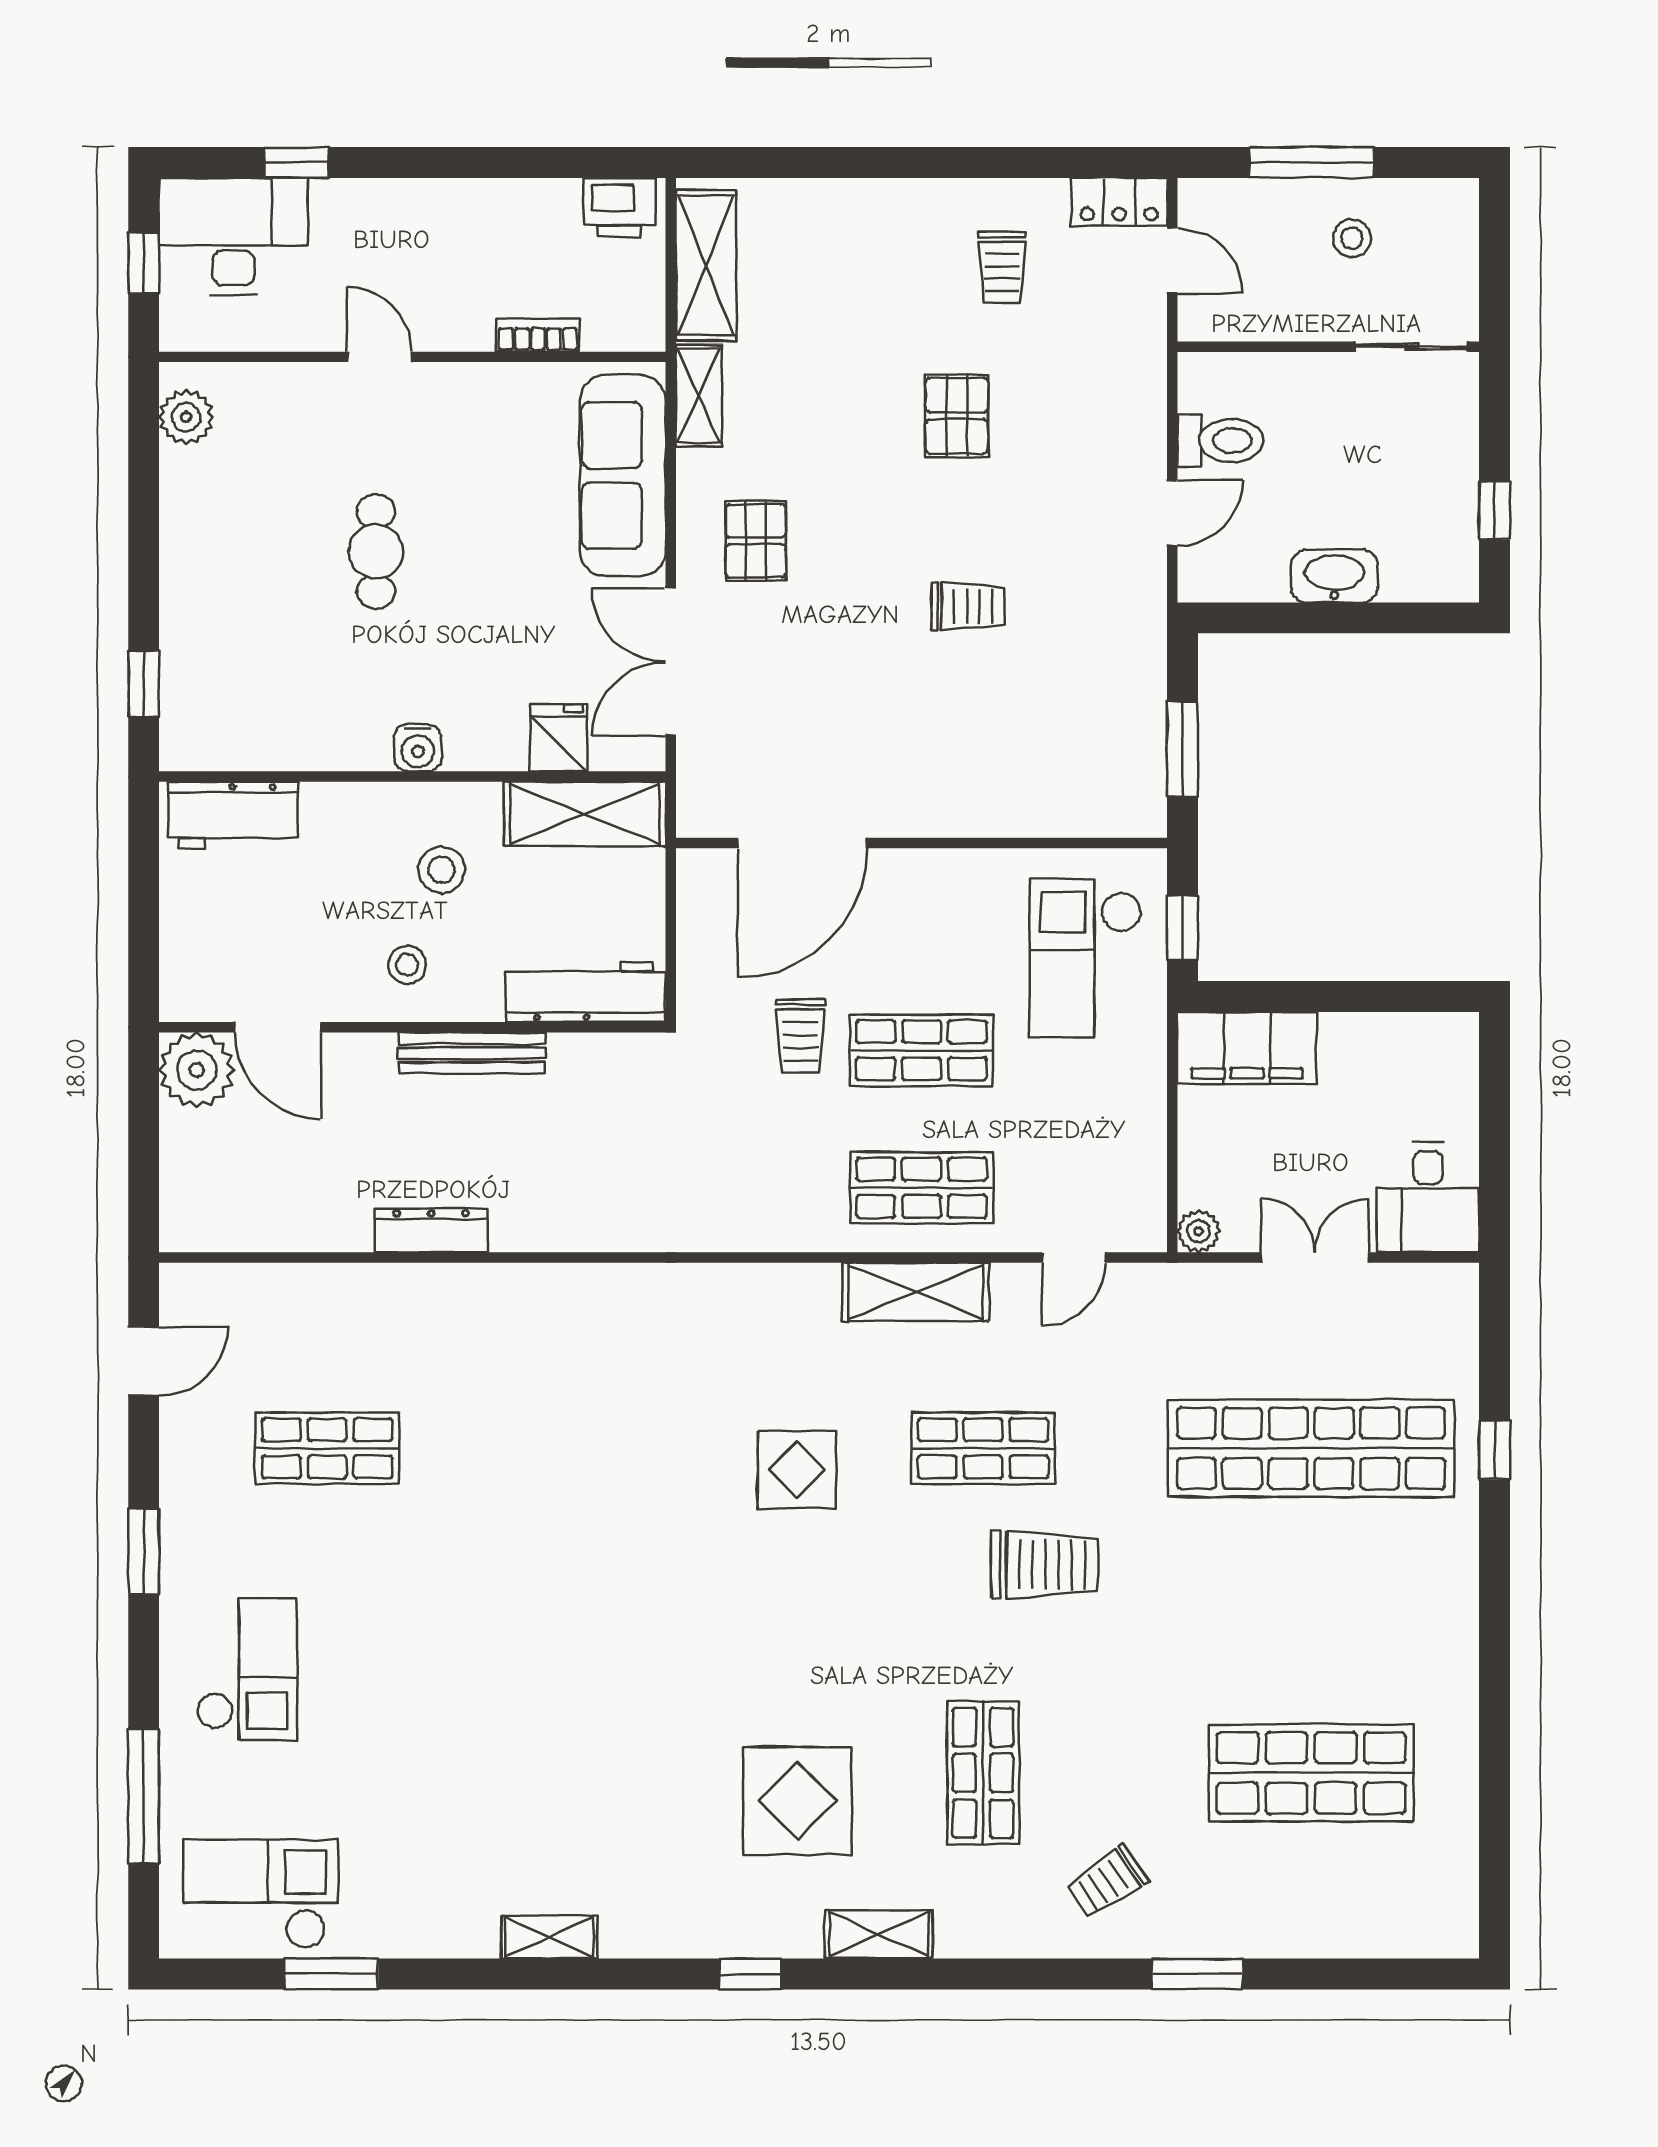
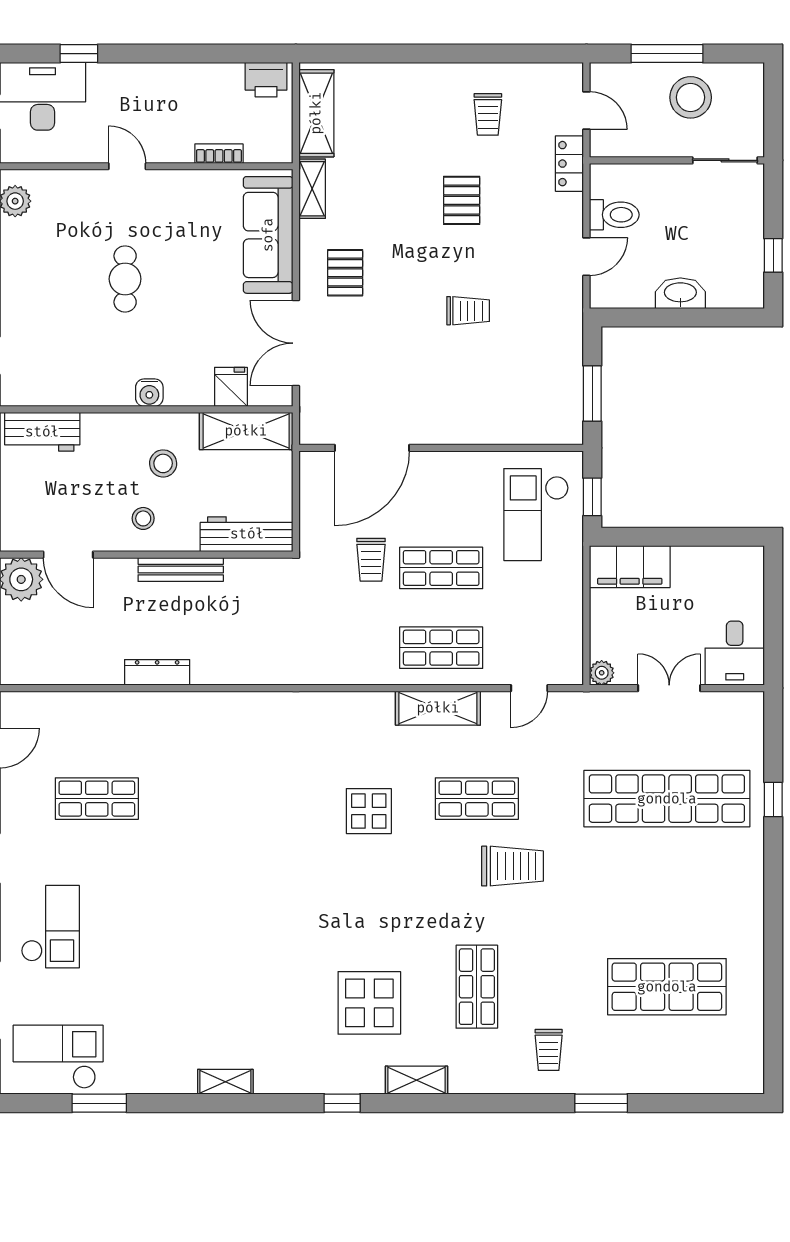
locker: (1119, 202) -> (569, 164), moved, turned 90
stool: (1352, 238) -> (691, 97), width x1.89, depth x1.89
trolley: (1107, 1882) -> (549, 1050), turned -56

